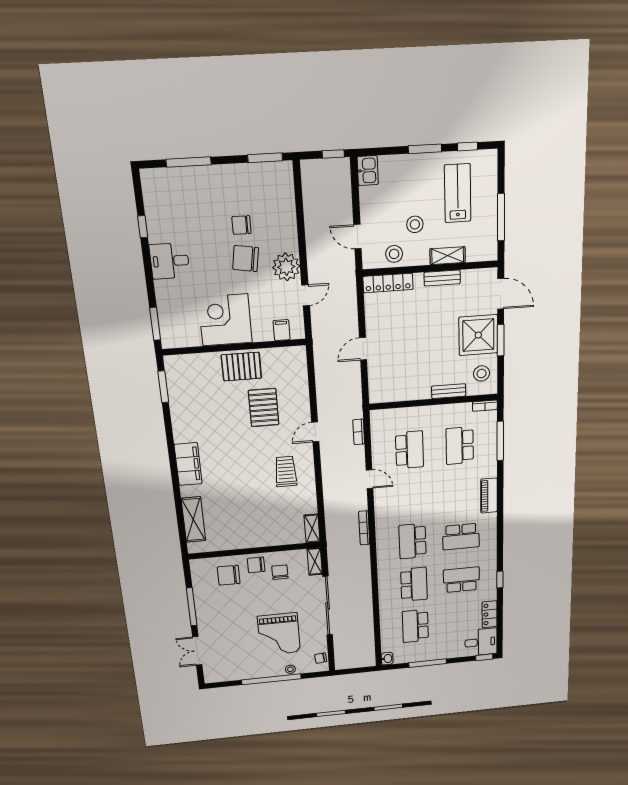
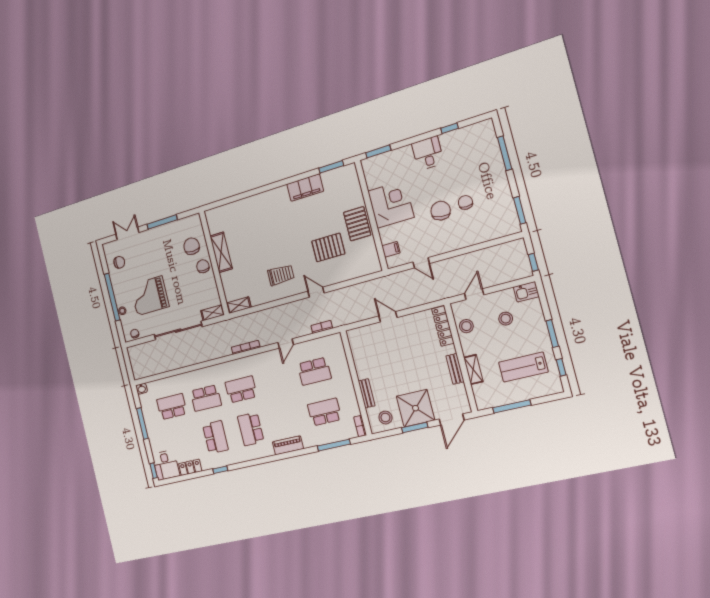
lab bench: (458, 193) -> (523, 367), turned 180
stool: (415, 224) -> (506, 319), moved
plant: (286, 267) -> (440, 243), removed
filing cabinet: (188, 464) -> (305, 188), moved
shelving: (193, 520) -> (221, 252), moved, turned 90
chair: (280, 572) -> (119, 262), moved

